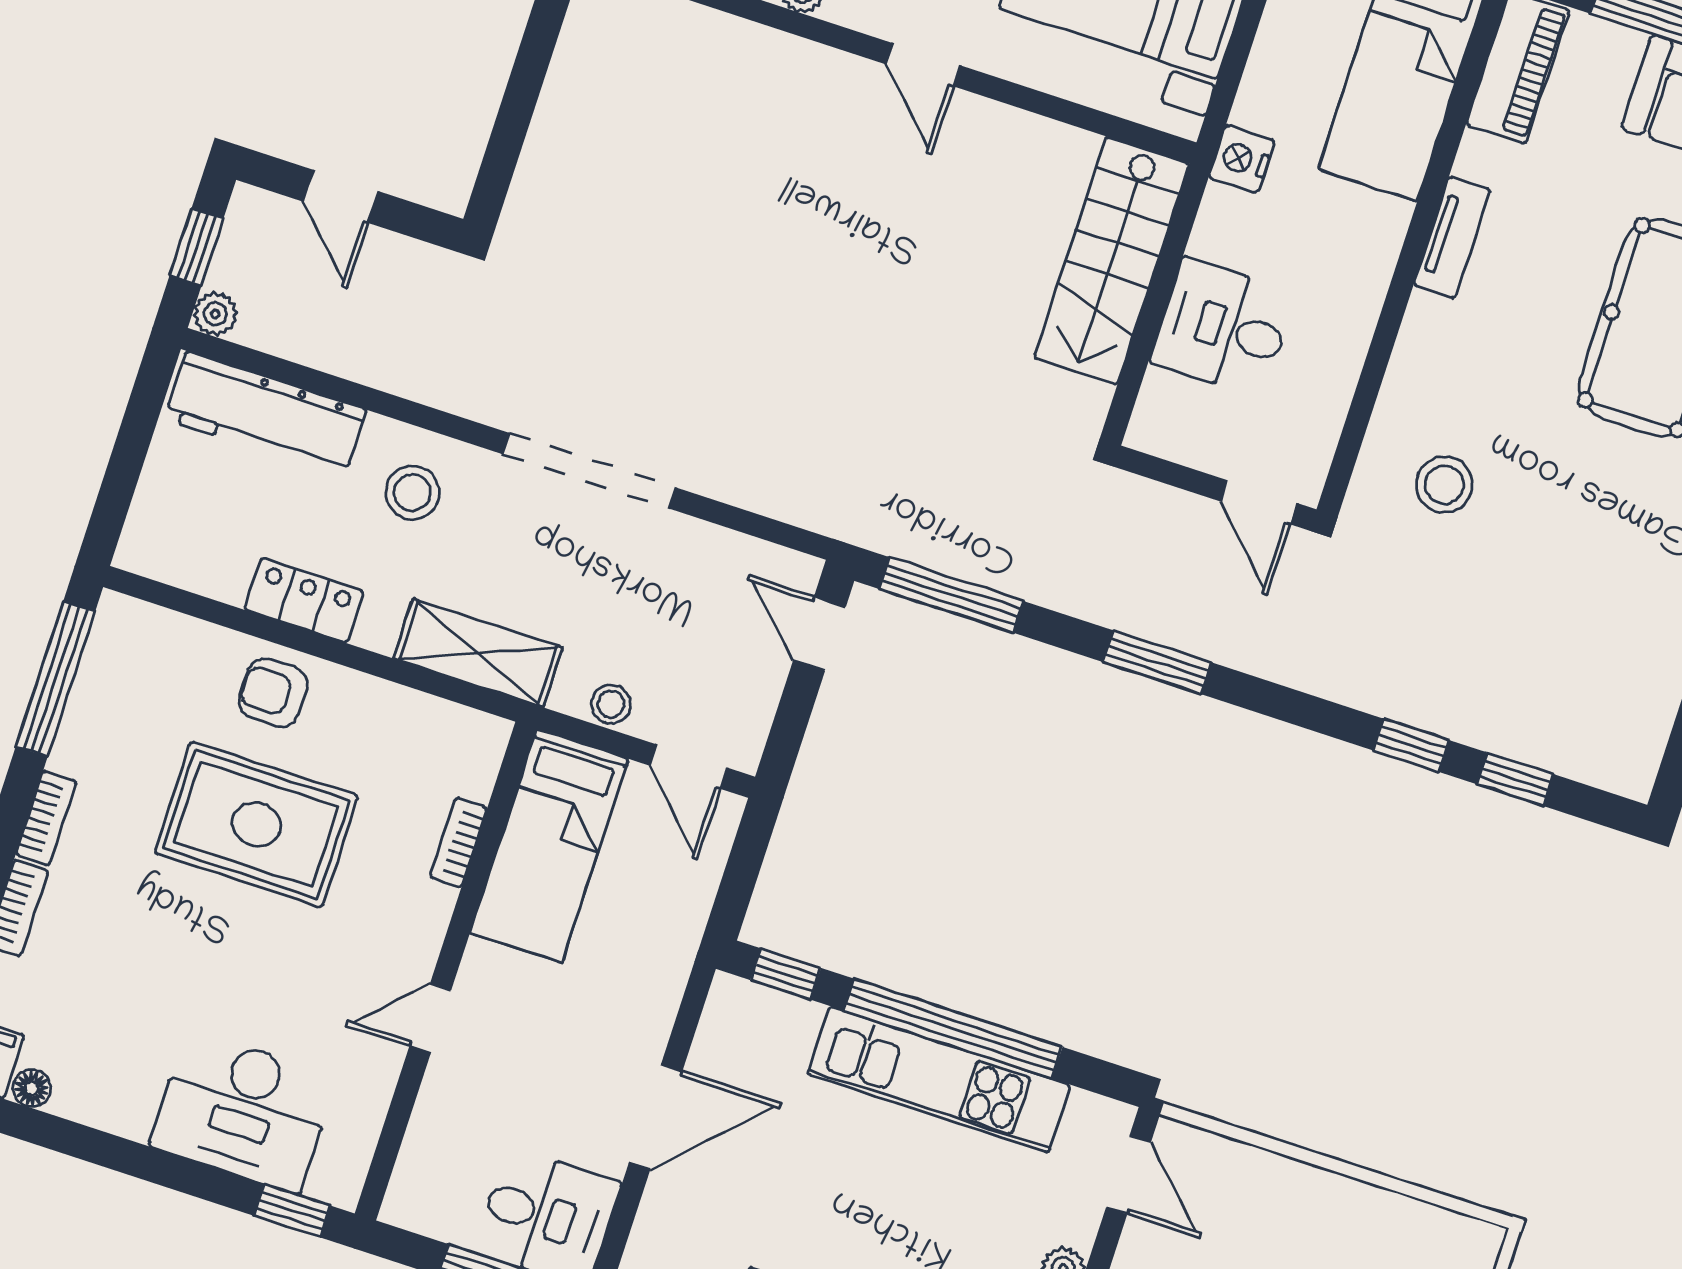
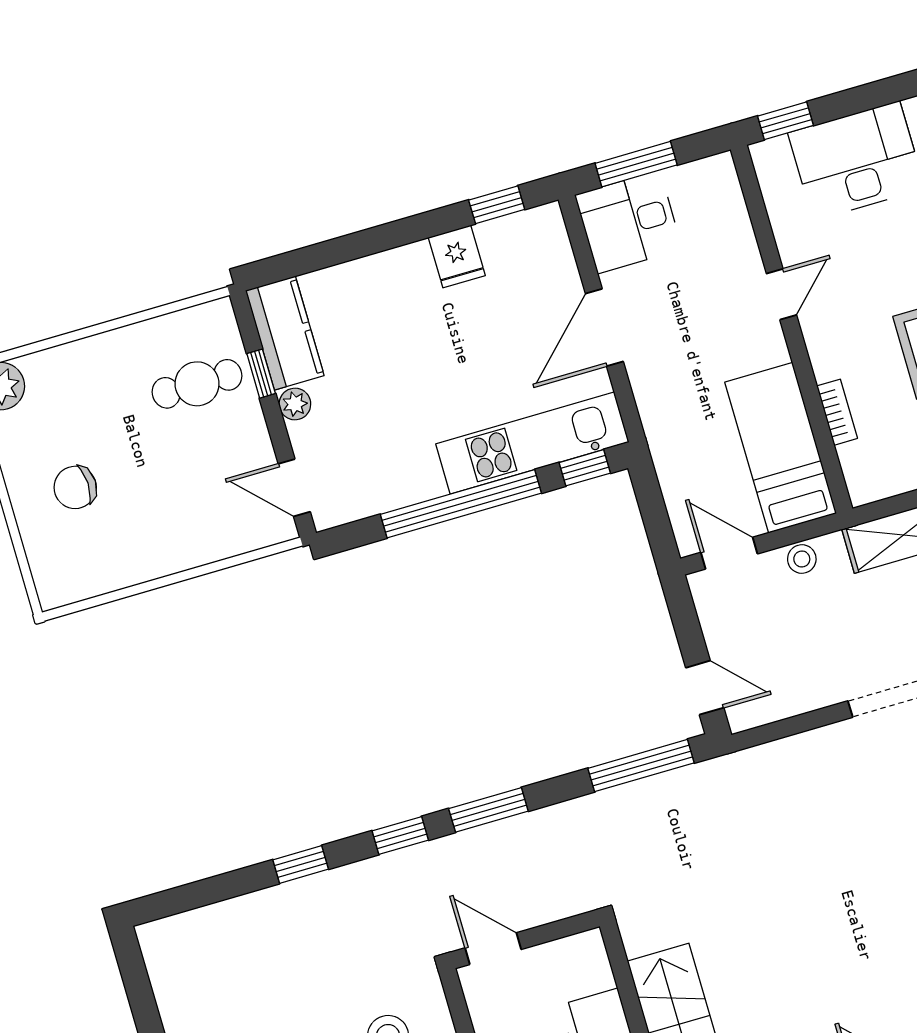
window: (1515, 779) -> (400, 835), moved
kitchen unit: (939, 1079) -> (532, 443), moved

